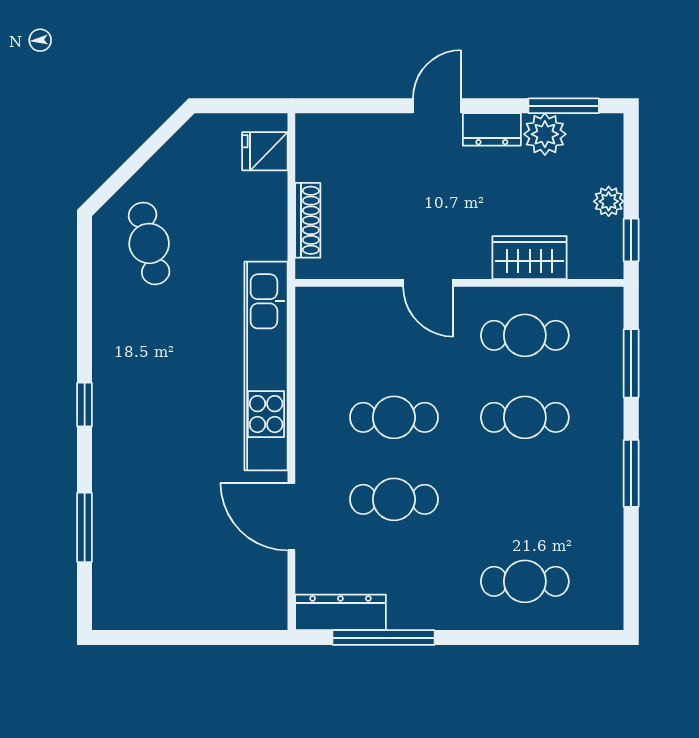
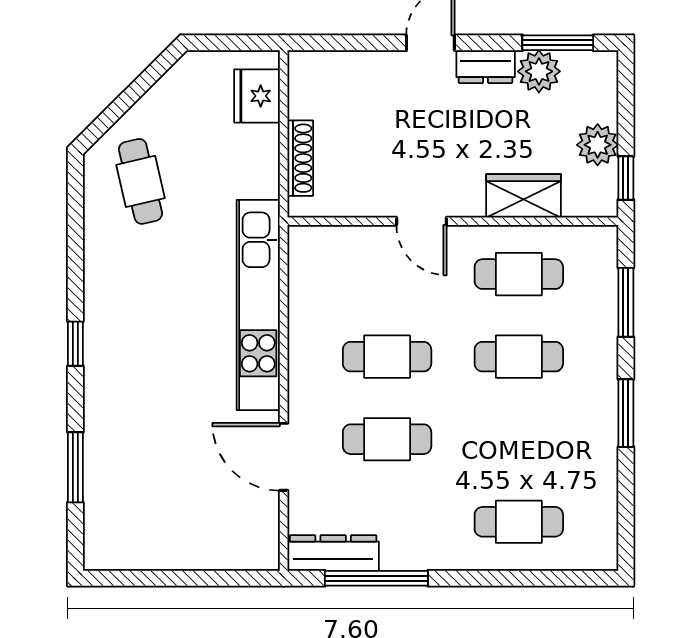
fridge: (265, 151) -> (257, 96), width x1.38
plant: (609, 201) -> (598, 145), width x1.38, depth x1.38

